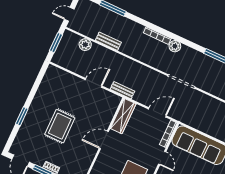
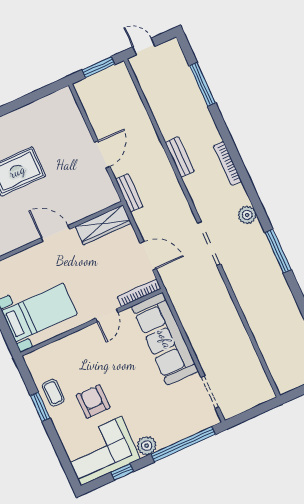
bench: (108, 41) -> (180, 157), moved
plant: (85, 45) -> (132, 100), removed
plant: (175, 46) -> (247, 215), moved
door: (94, 83) -> (102, 154), hinge flipped

